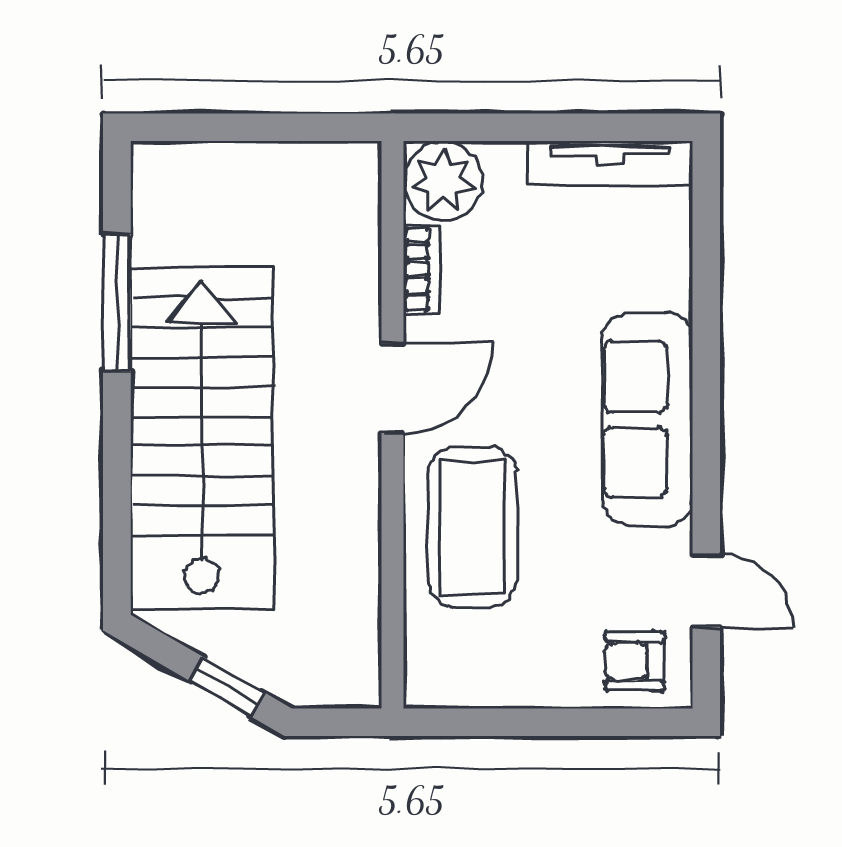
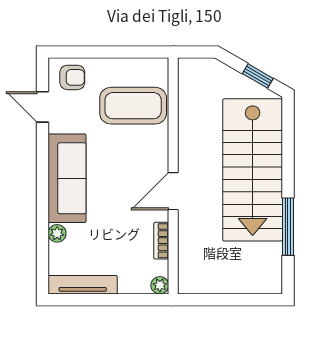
plant: (443, 181) -> (160, 285), width x0.53, depth x0.53
plant: (671, 287) -> (57, 233), added
coffee table: (472, 527) -> (133, 106), moved, turned 90
window: (227, 687) -> (258, 76), moved

